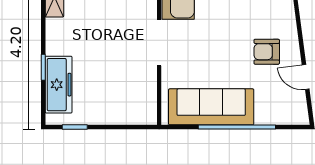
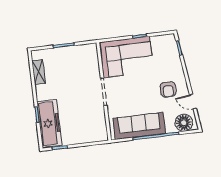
armchair: (267, 52) -> (168, 89), turned -90
freezer: (59, 85) -> (49, 123), width x1.36, depth x1.26
floor lamp: (286, 110) -> (184, 123), added

